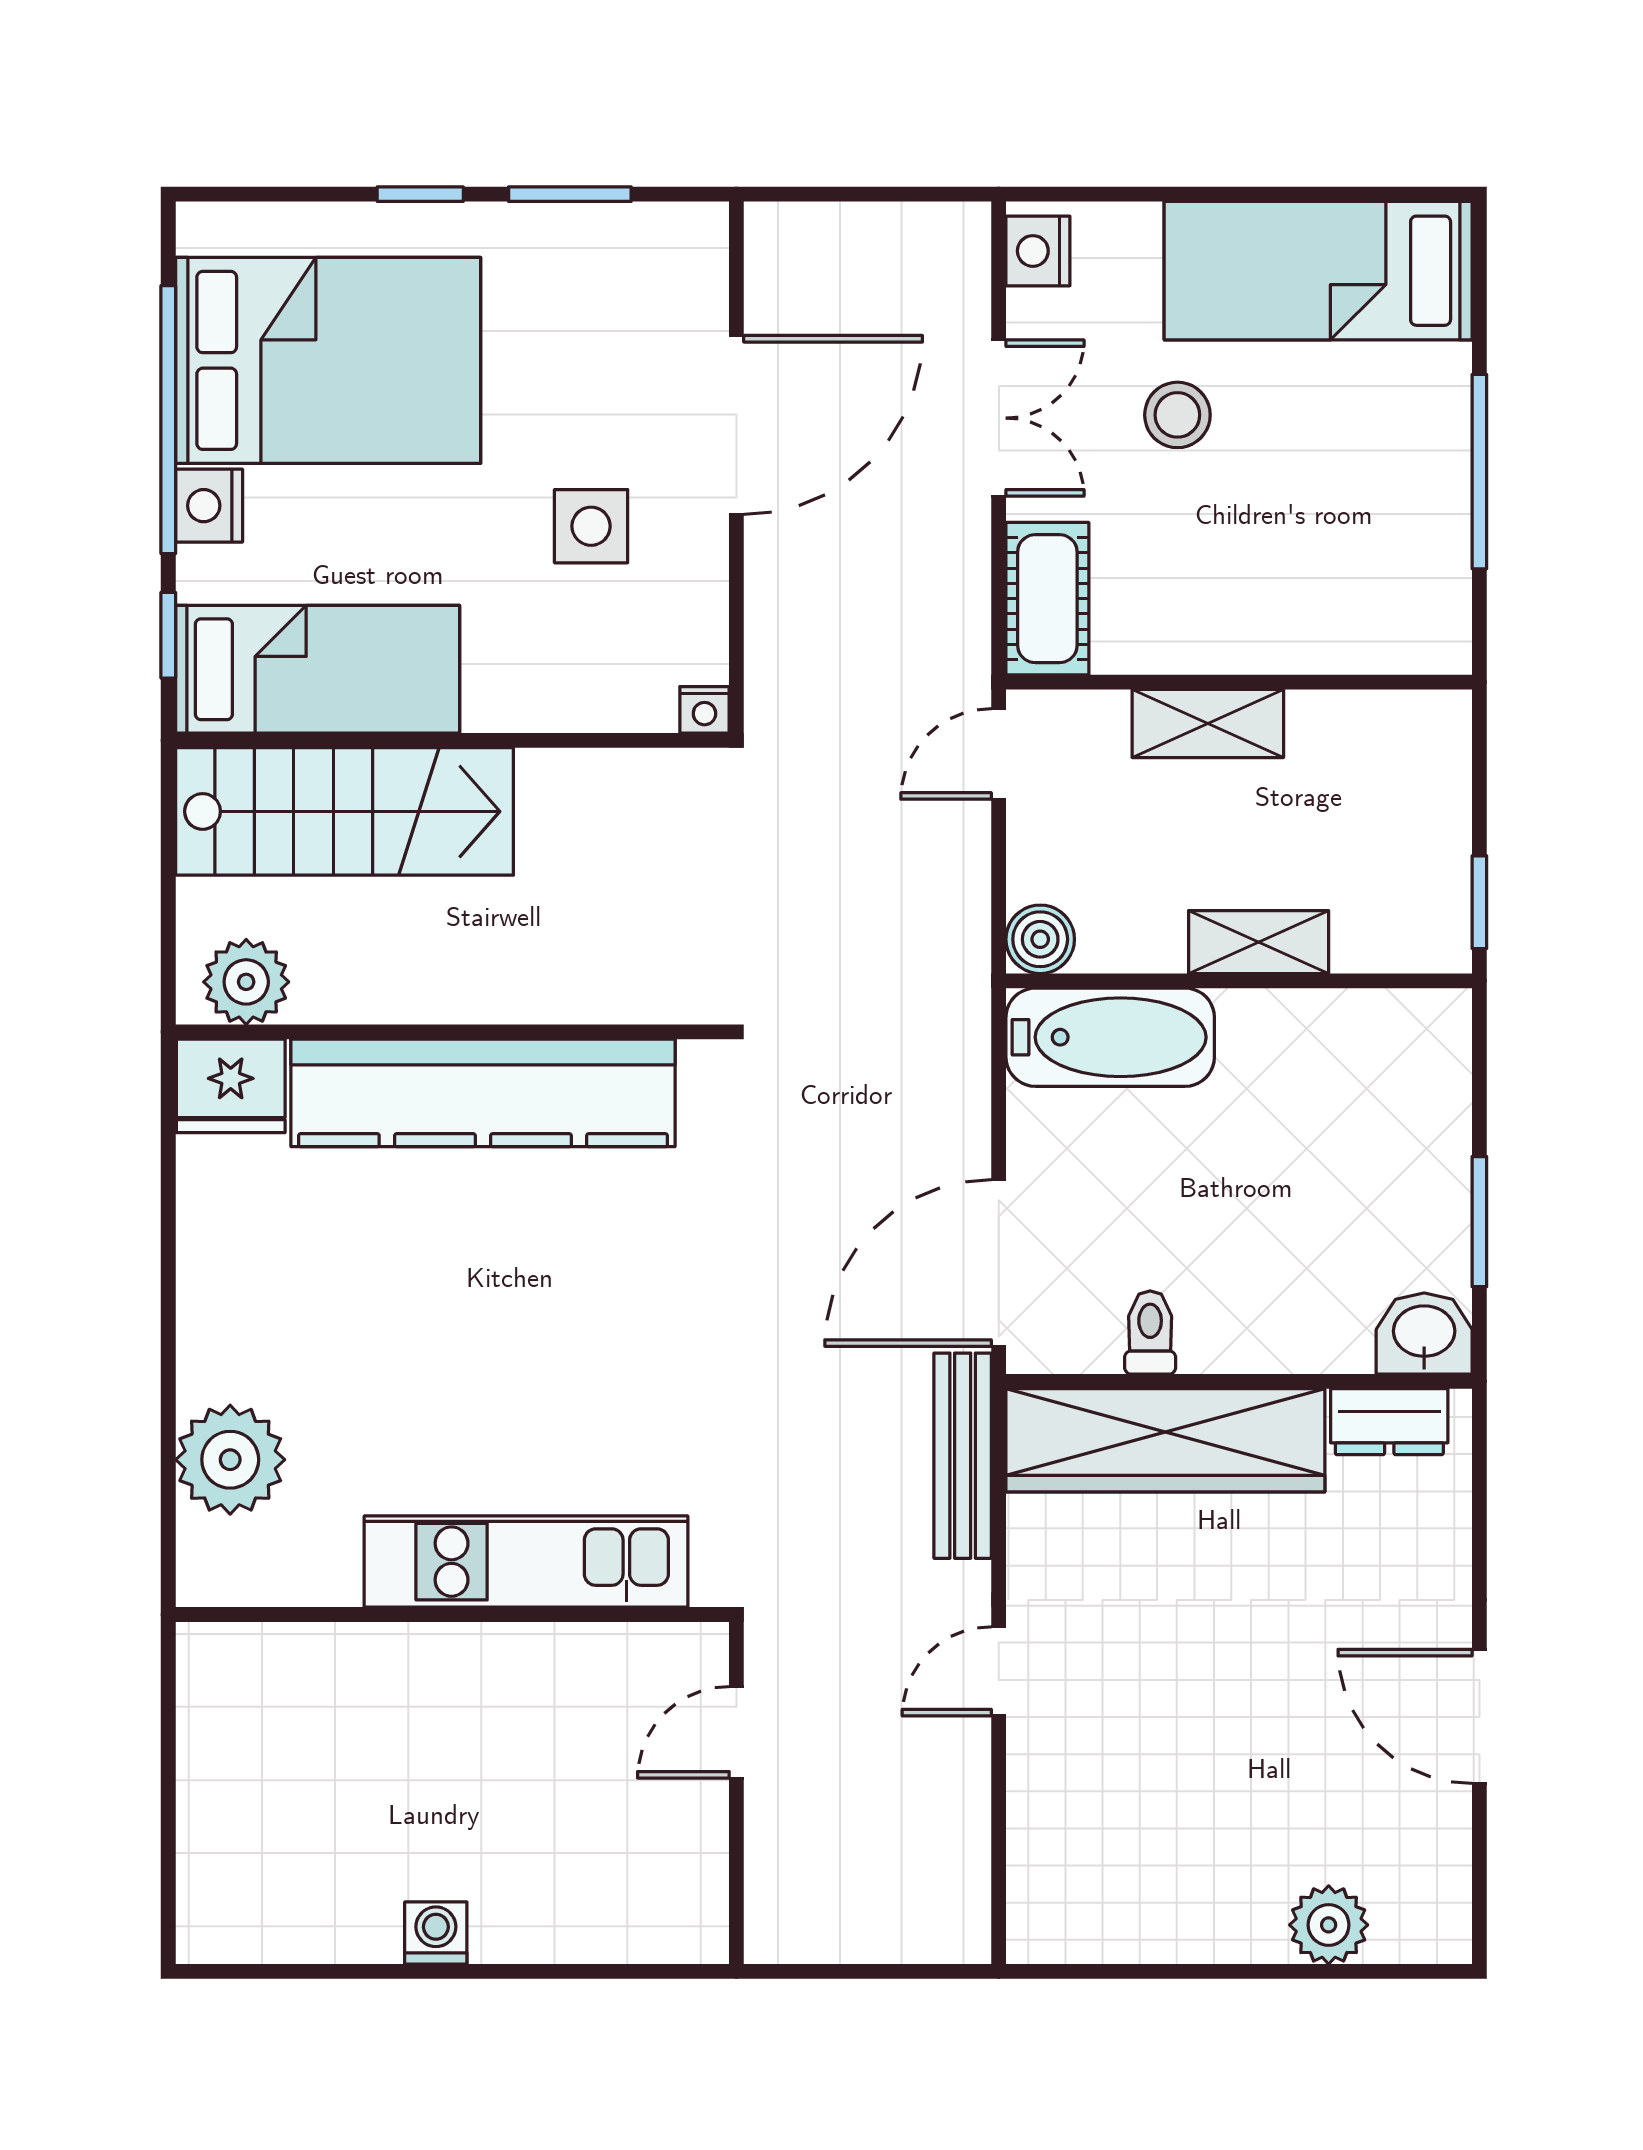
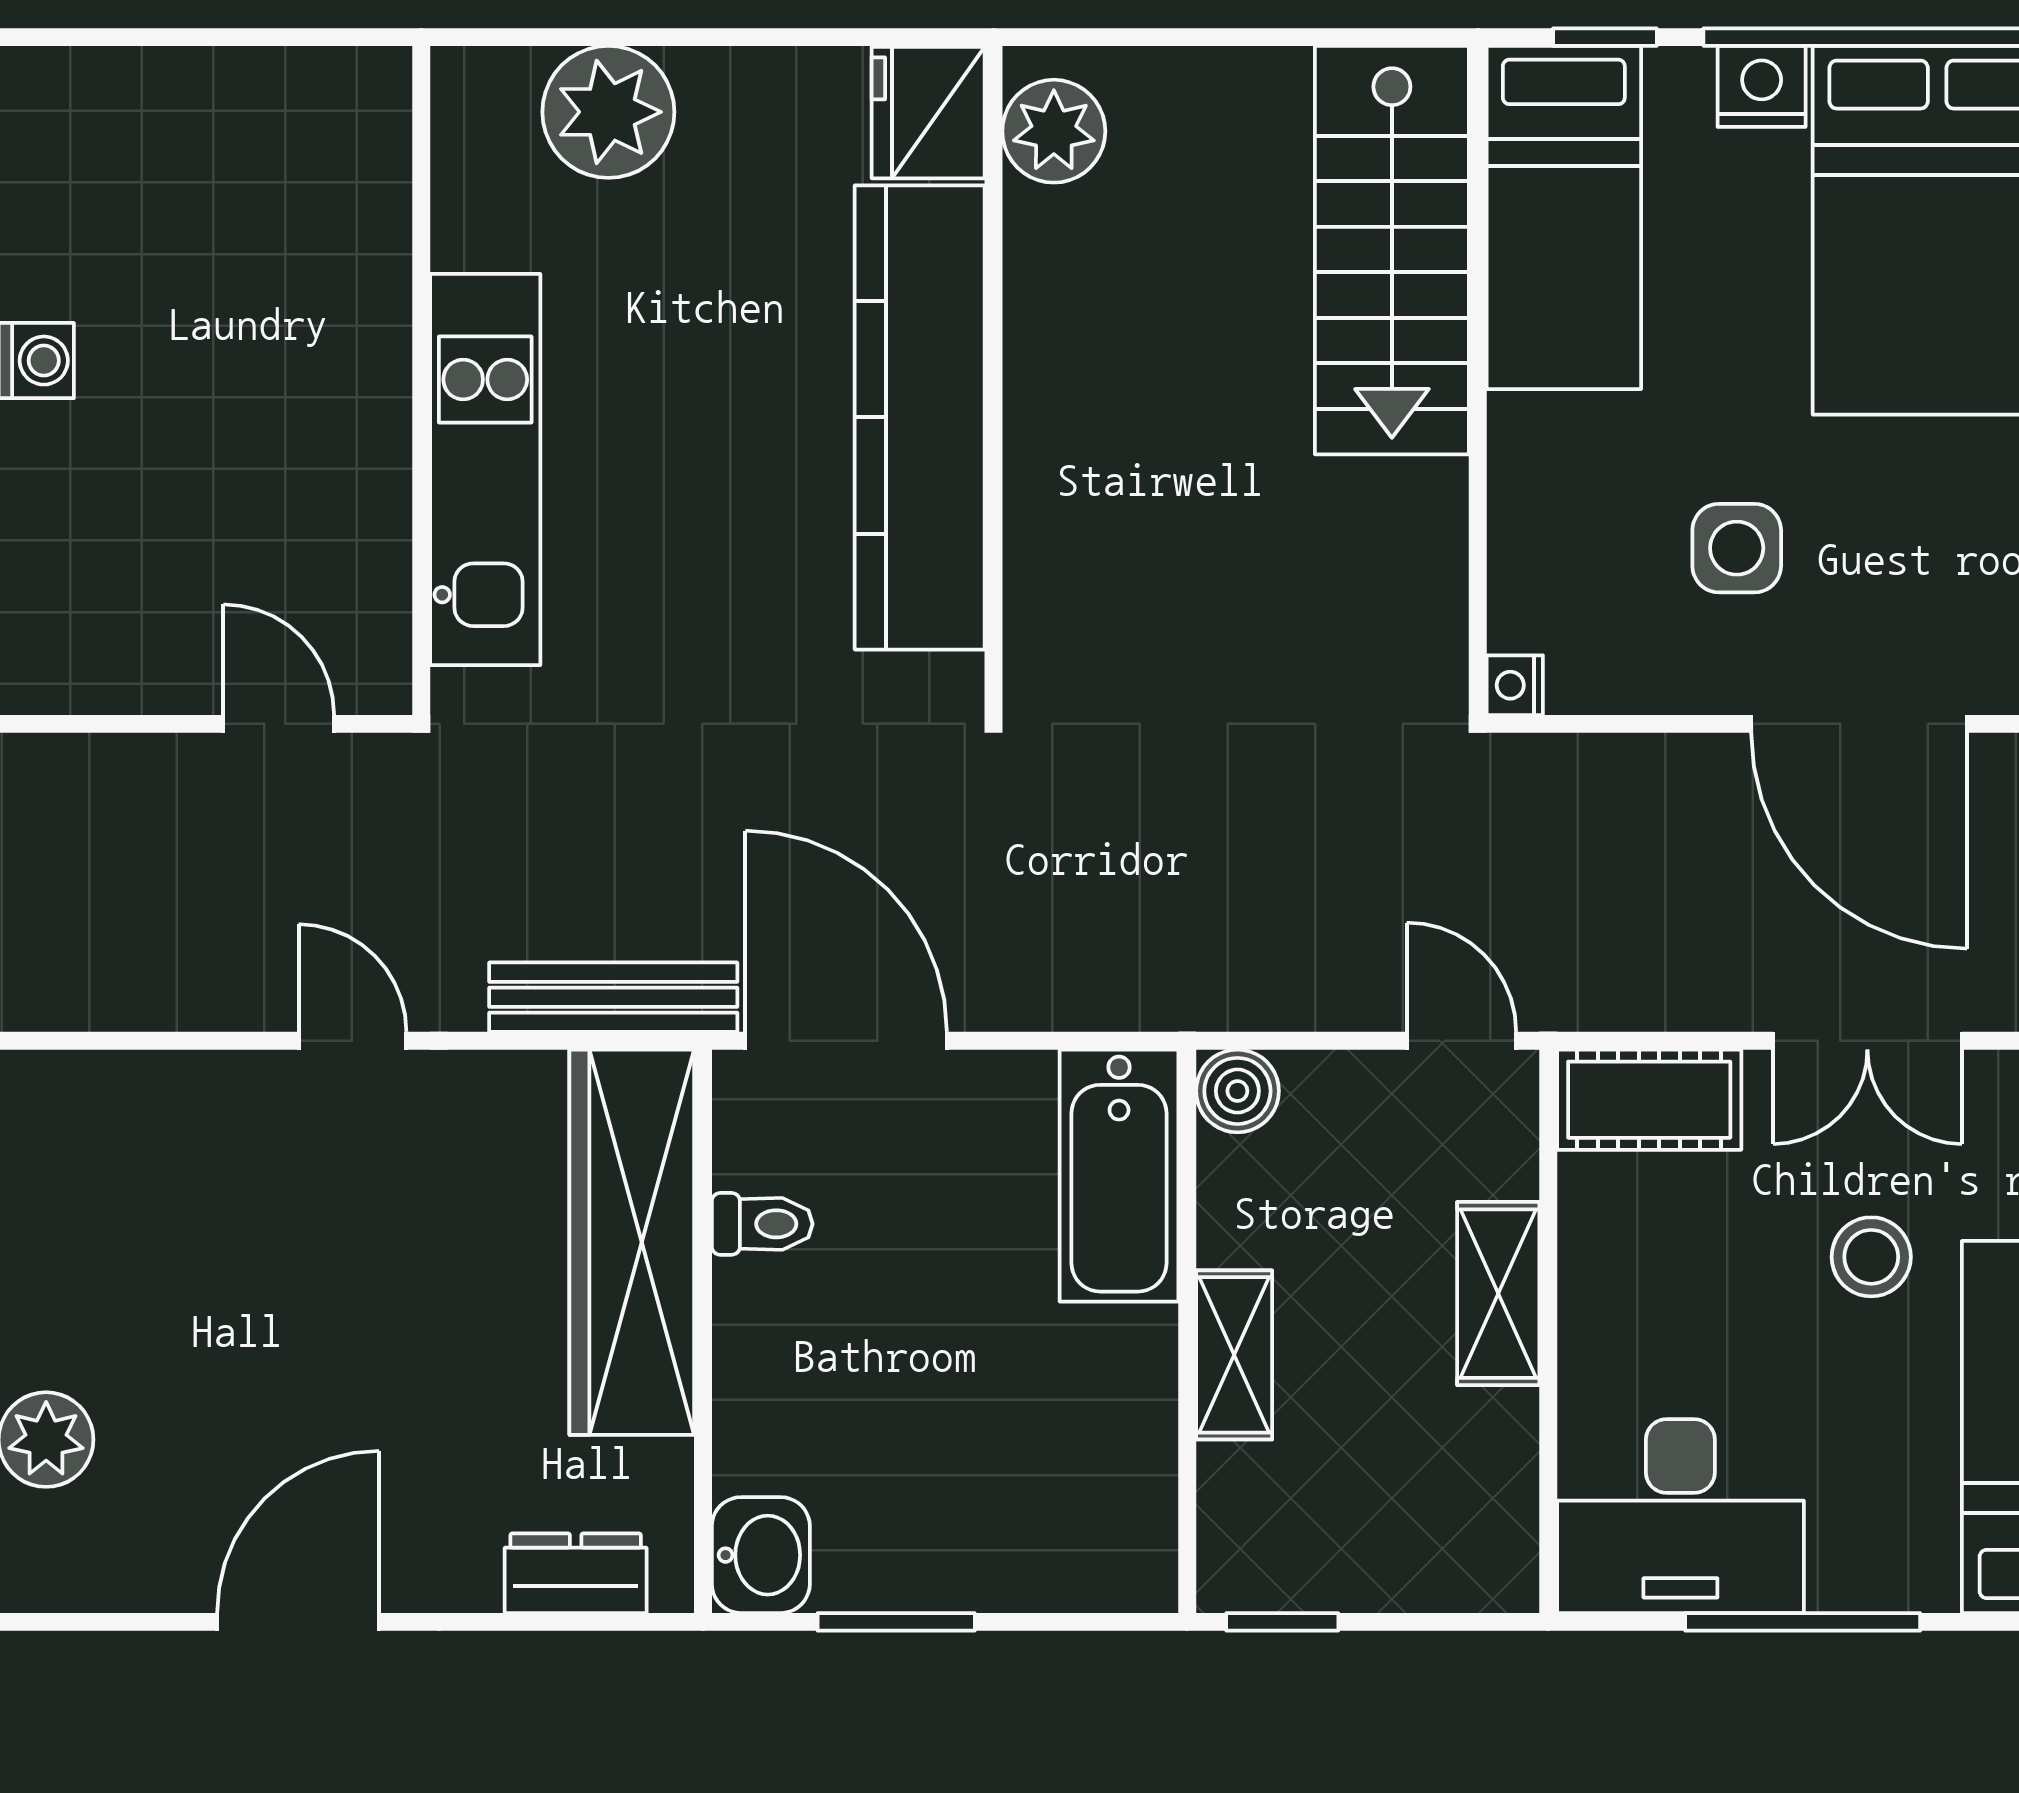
desk: (1392, 573) -> (1680, 1516), added
plant: (246, 982) -> (1054, 131), moved
wall: (452, 1032) -> (994, 380), moved
fridge: (231, 1086) -> (928, 113), moved
kitchen counter: (483, 1093) -> (920, 417), moved
dresser: (1389, 1422) -> (576, 1573), moved, turned 90

